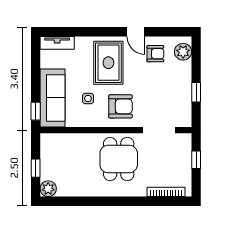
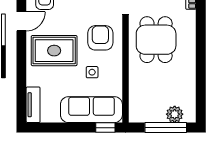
dining table: (119, 159) -> (156, 40), turned 90
window: (36, 168) -> (166, 128), width x2.17
plant: (48, 189) -> (175, 114), moved

